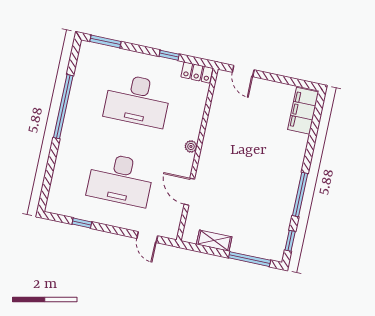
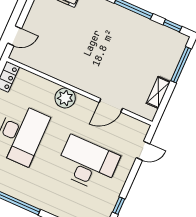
plant: (191, 146) -> (65, 98), width x1.88, depth x1.88
desk: (120, 179) -> (87, 164), turned -90

